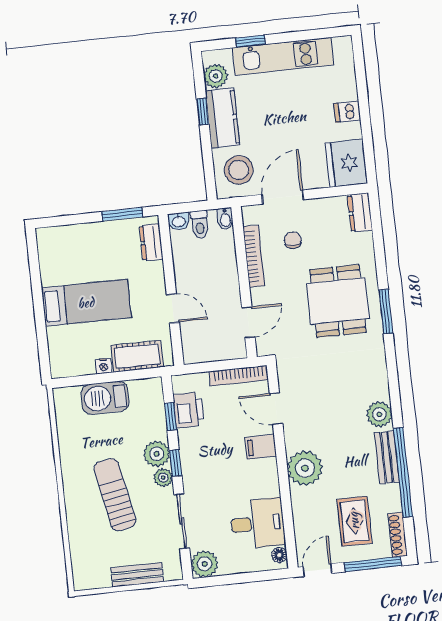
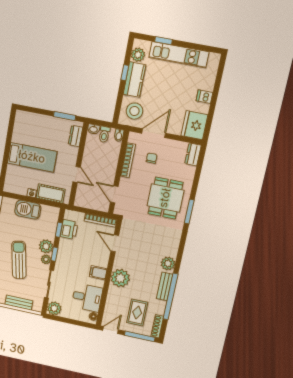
door: (248, 322) -> (114, 194), swing flipped
filing cabinet: (261, 447) -> (98, 273), moved

